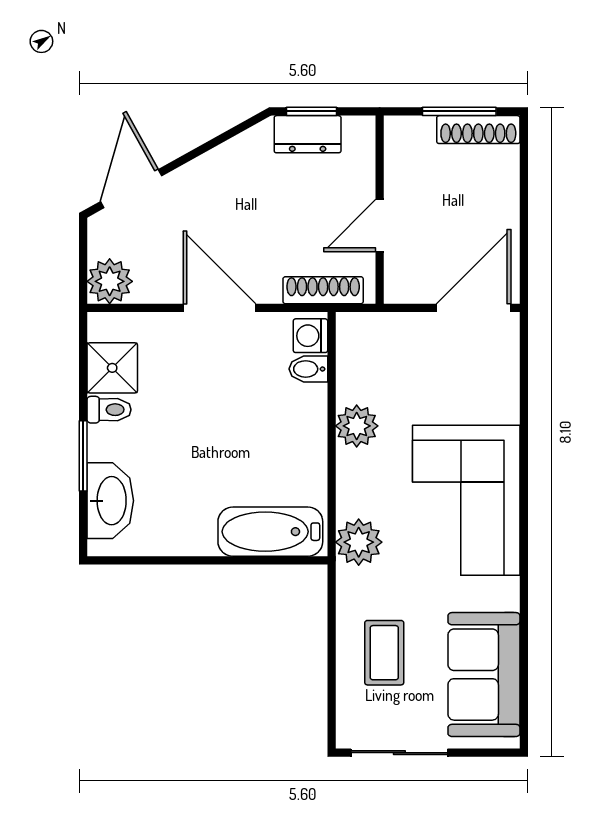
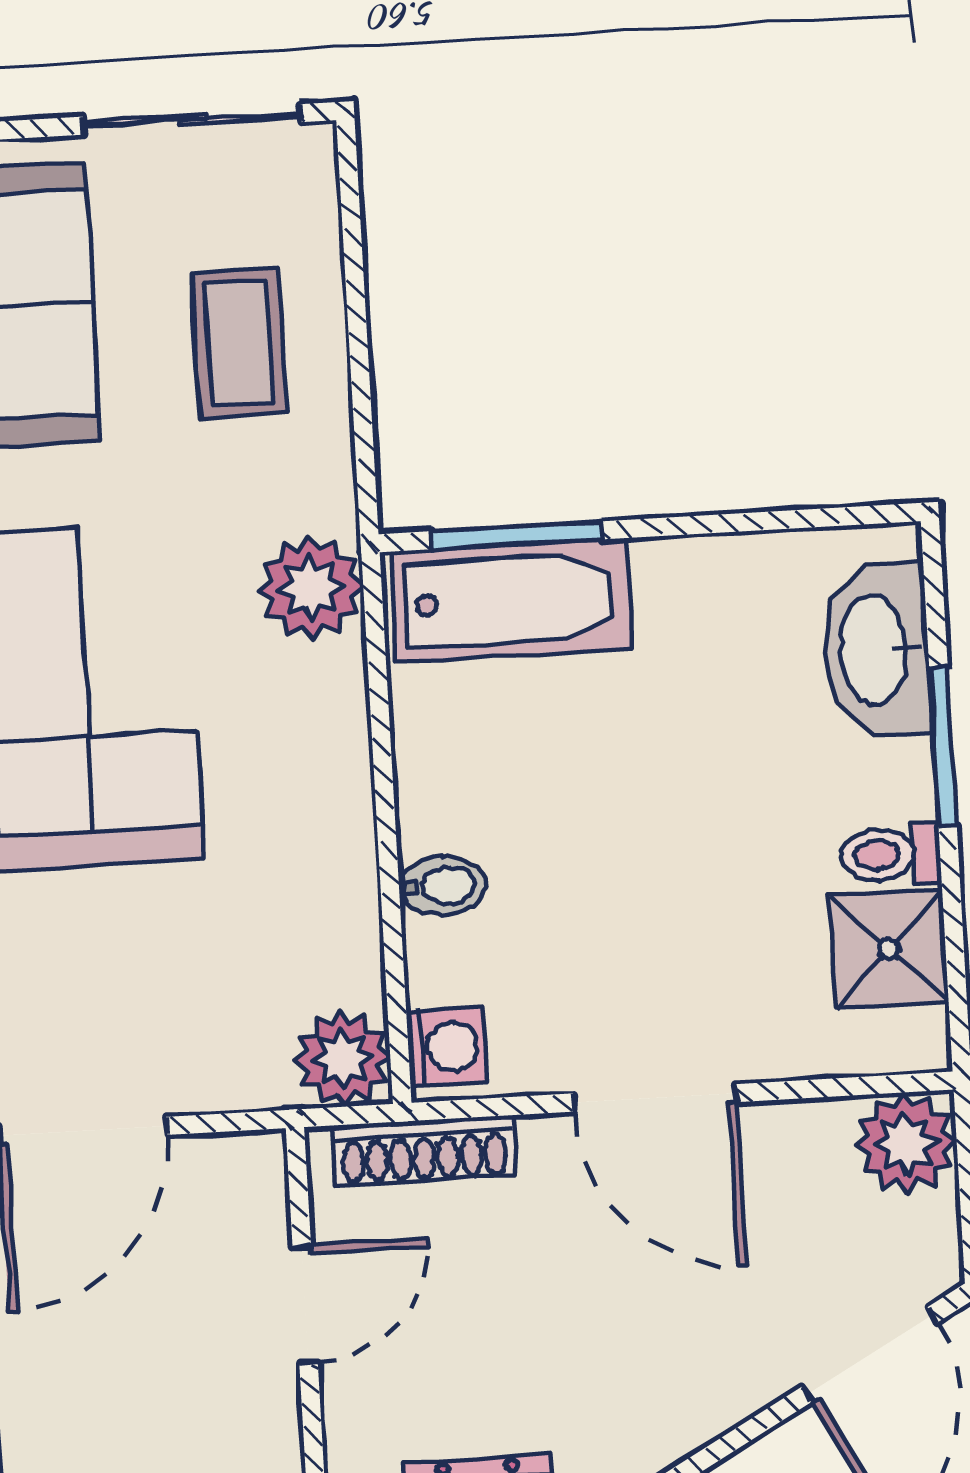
bidet: (308, 369) -> (442, 886), moved
plant: (357, 426) -> (343, 1059), moved
window: (266, 560) -> (517, 535), added

